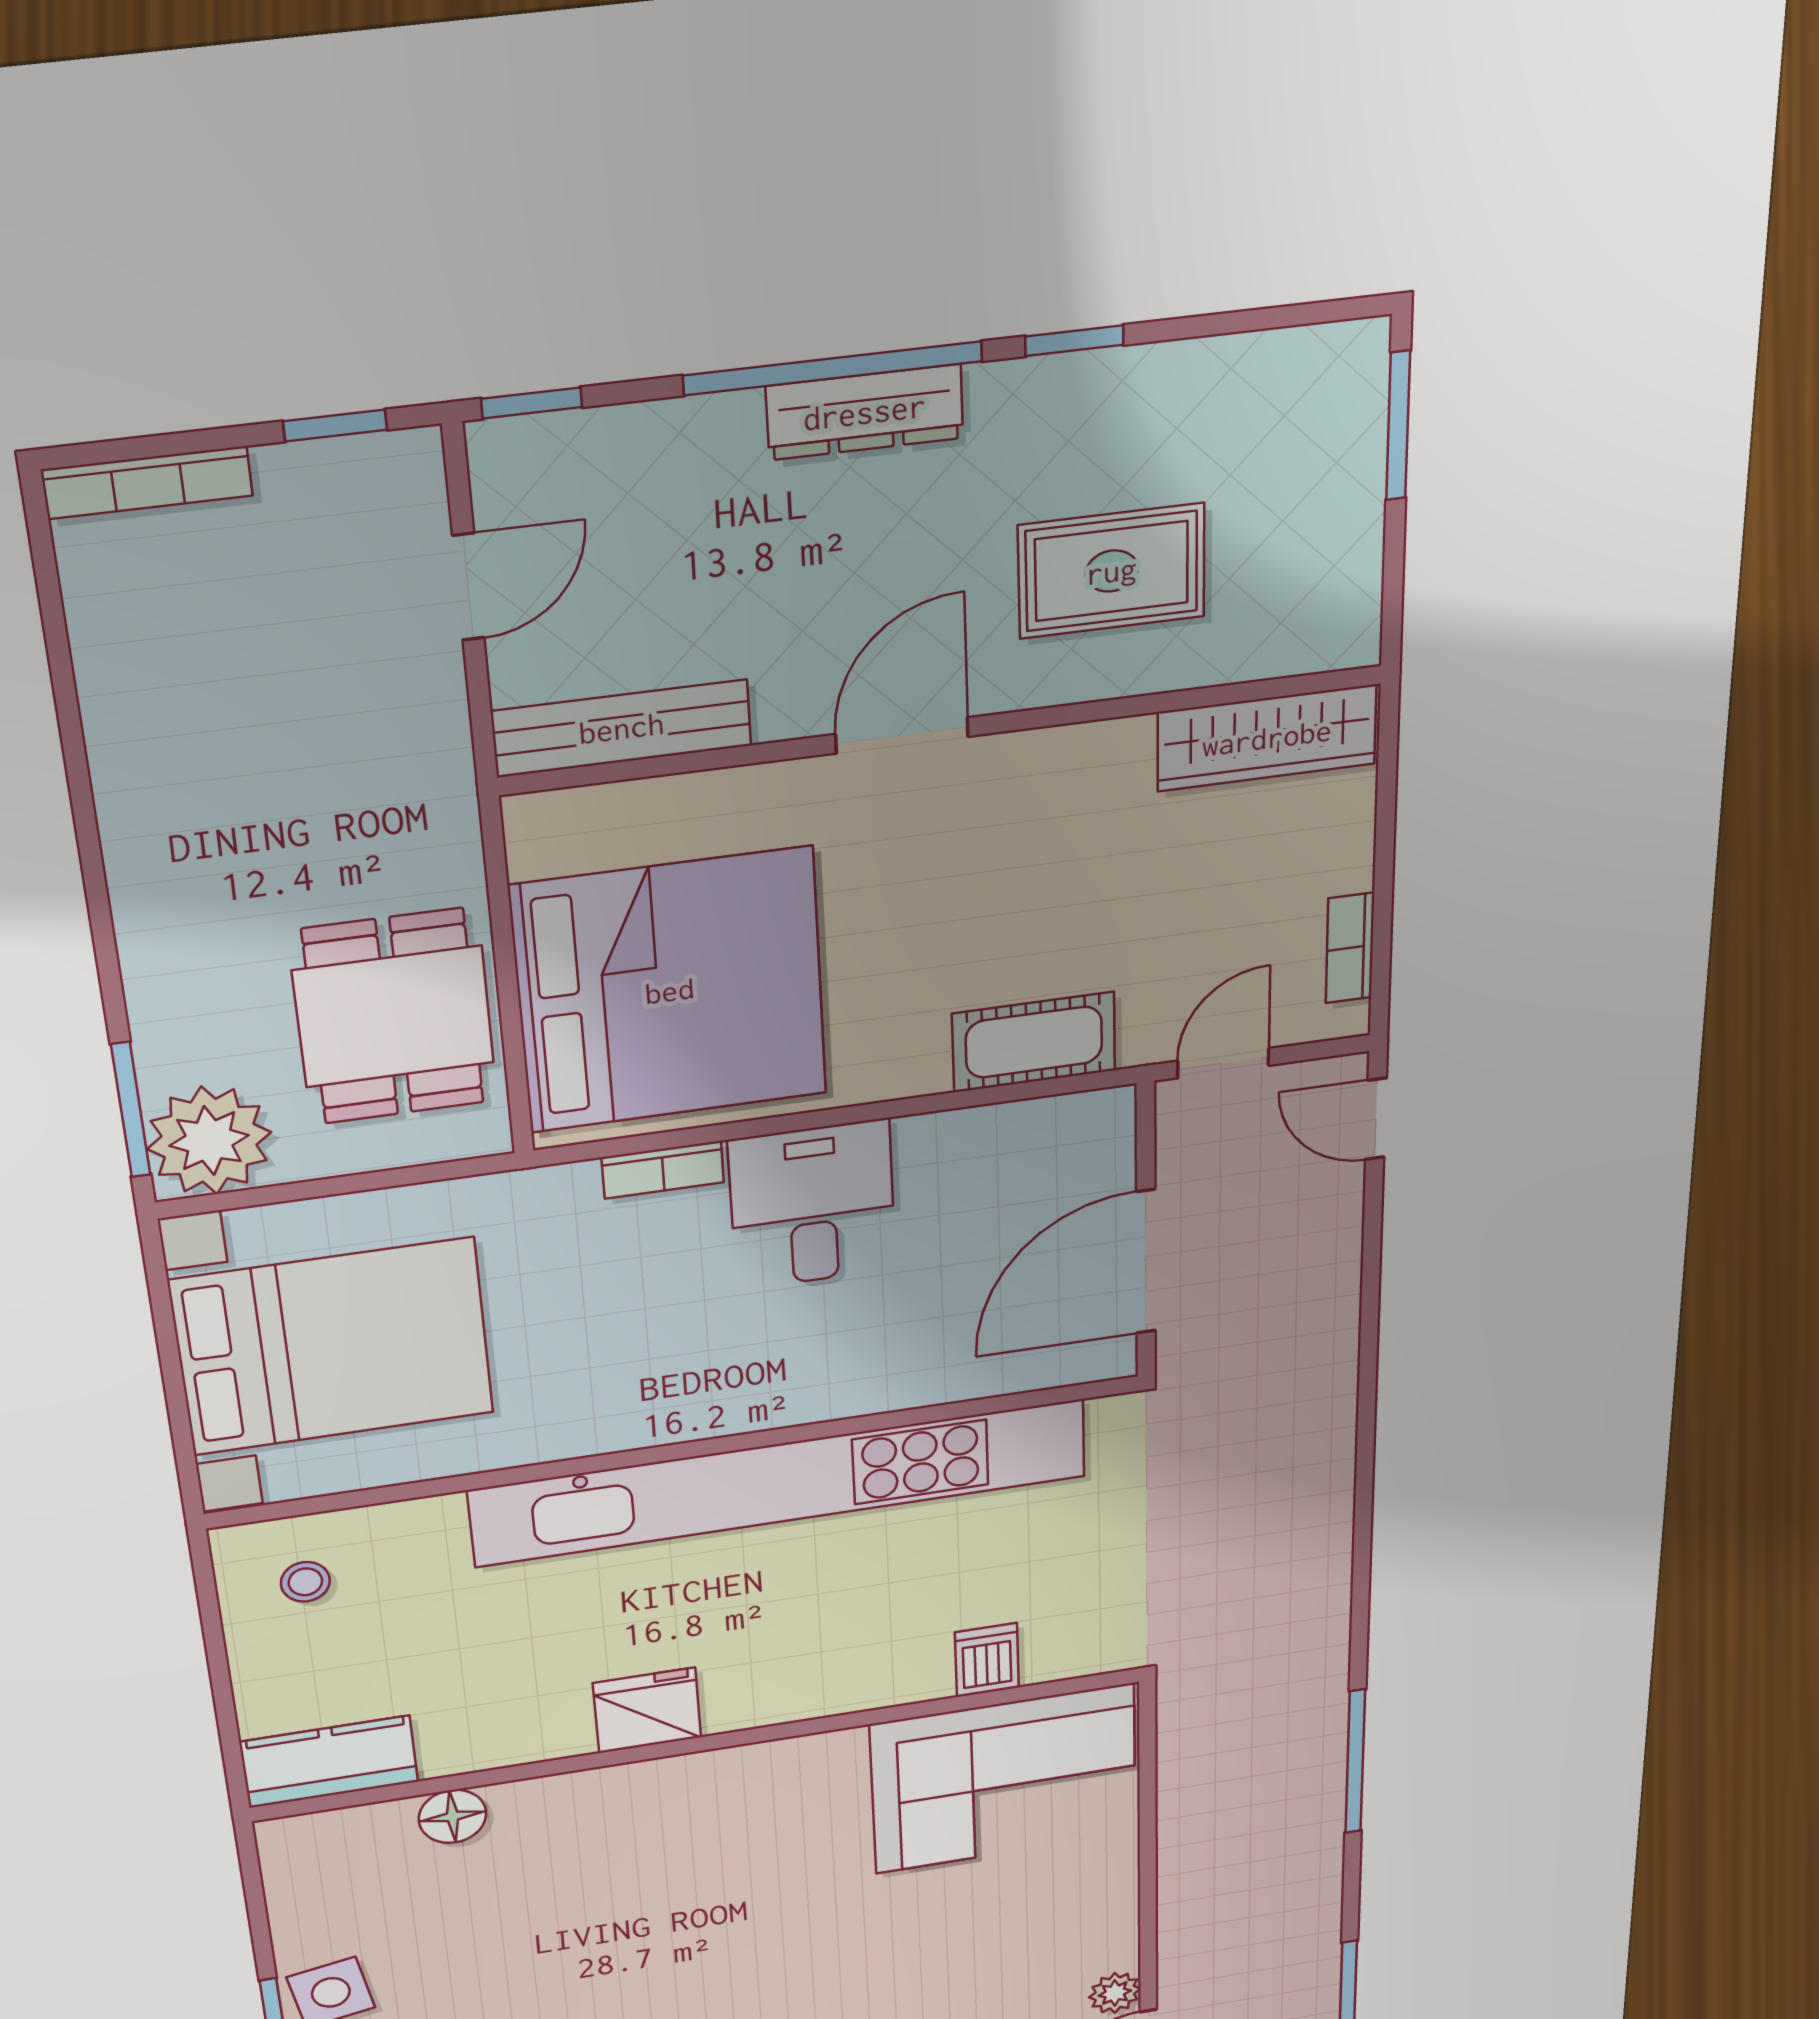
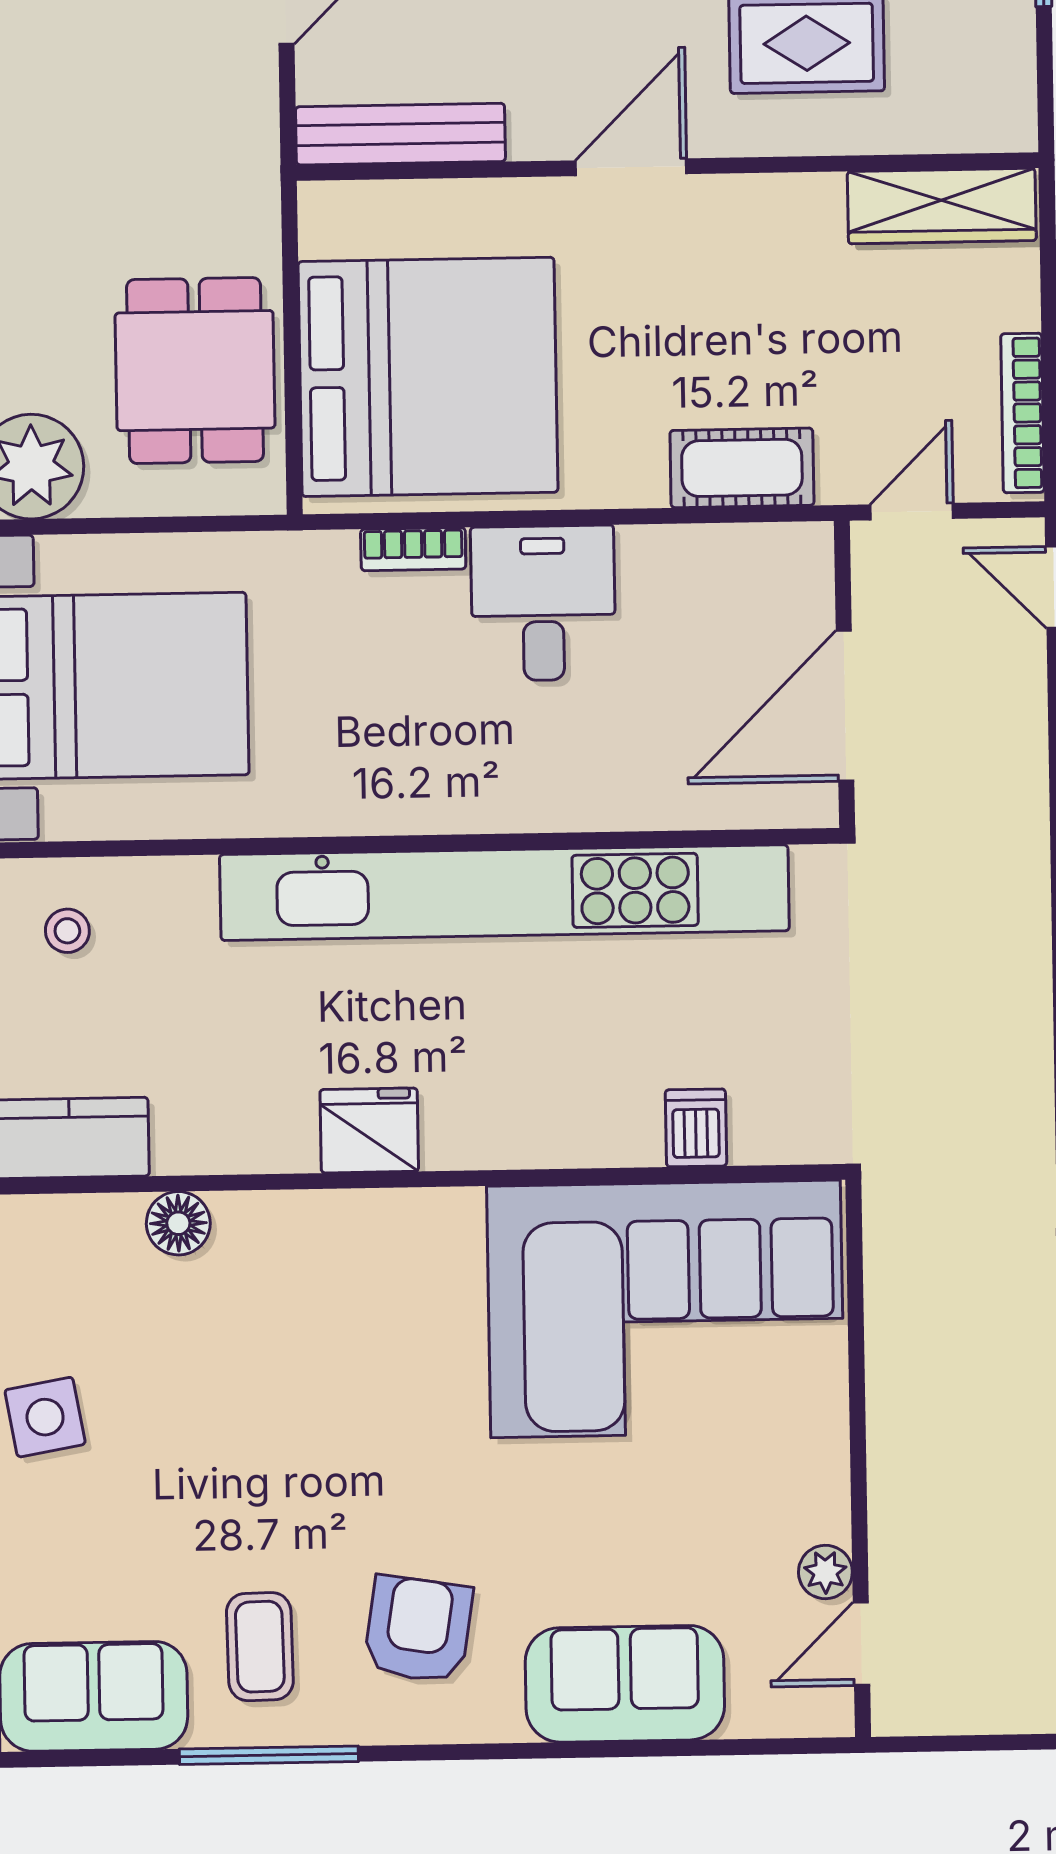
bookcase: (1350, 948) -> (1022, 413), width x1.56
corner sofa: (1004, 1779) -> (666, 1309), width x1.36, depth x1.36

